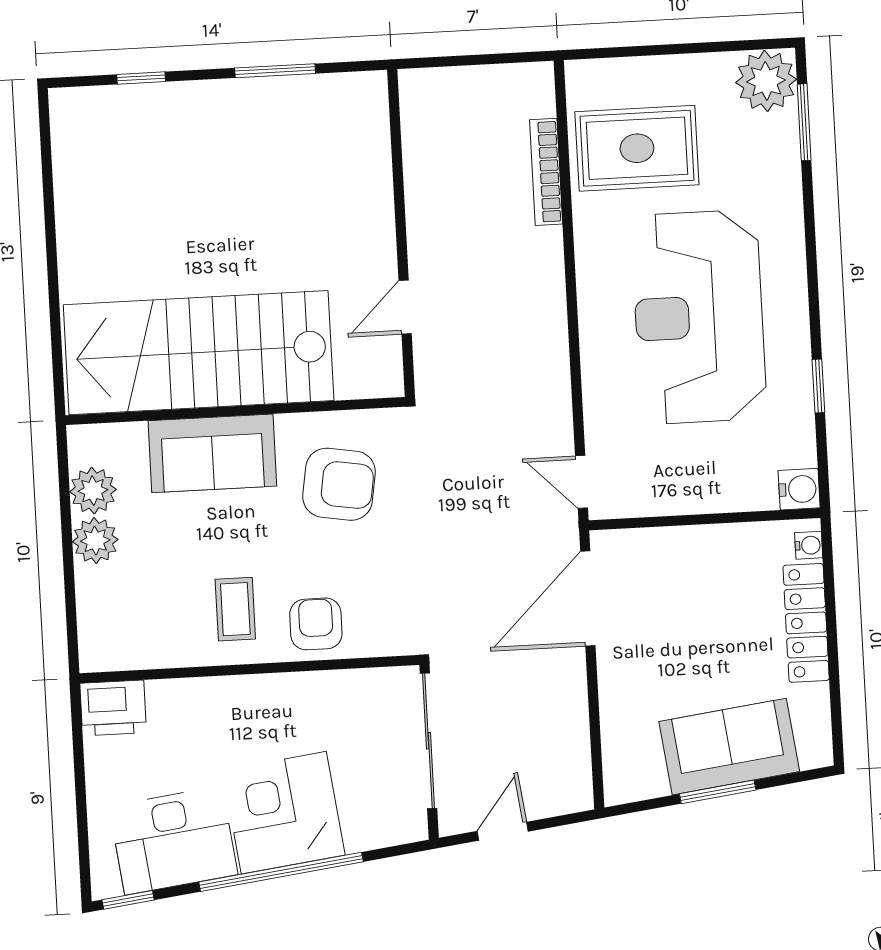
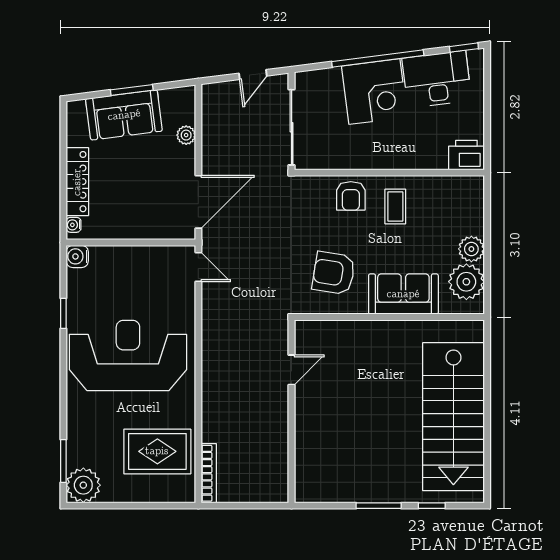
window: (275, 71) -> (379, 506), moved
bookcase: (546, 172) -> (209, 473), moved
reception desk: (699, 317) -> (128, 355), turned -90
stairs: (199, 353) -> (453, 417), moved, turned 90
plant: (93, 491) -> (466, 282), width x1.36, depth x1.36
plant: (616, 717) -> (186, 135), added

